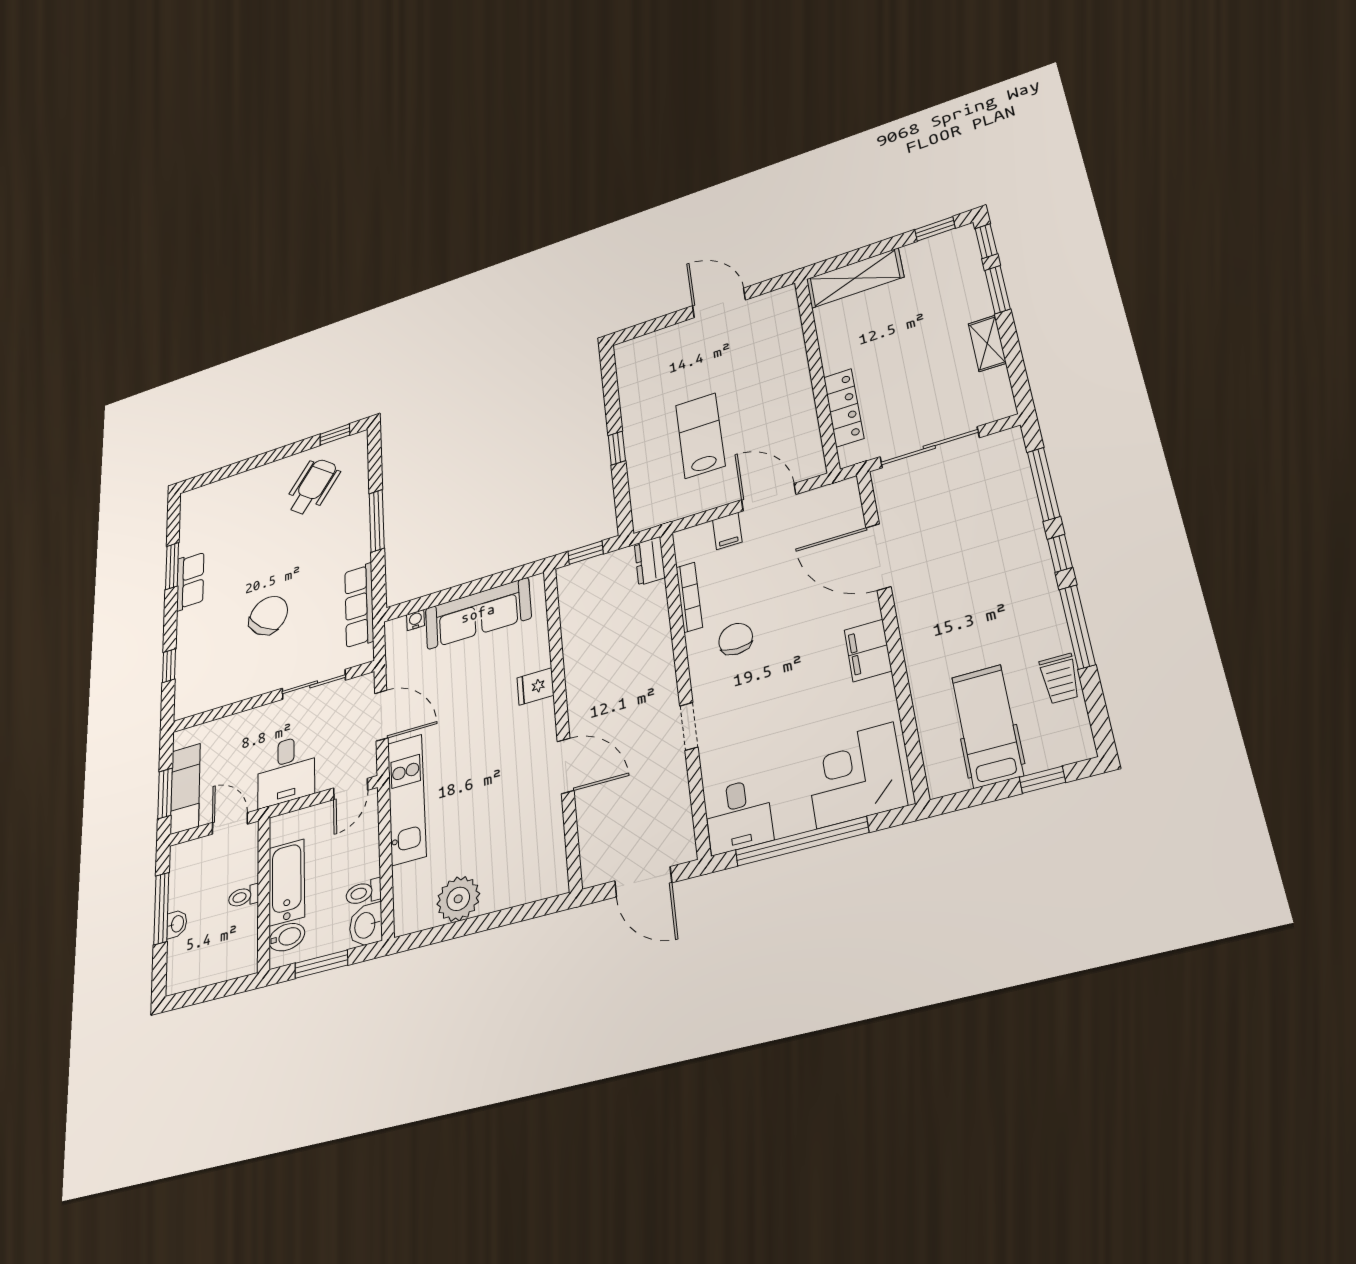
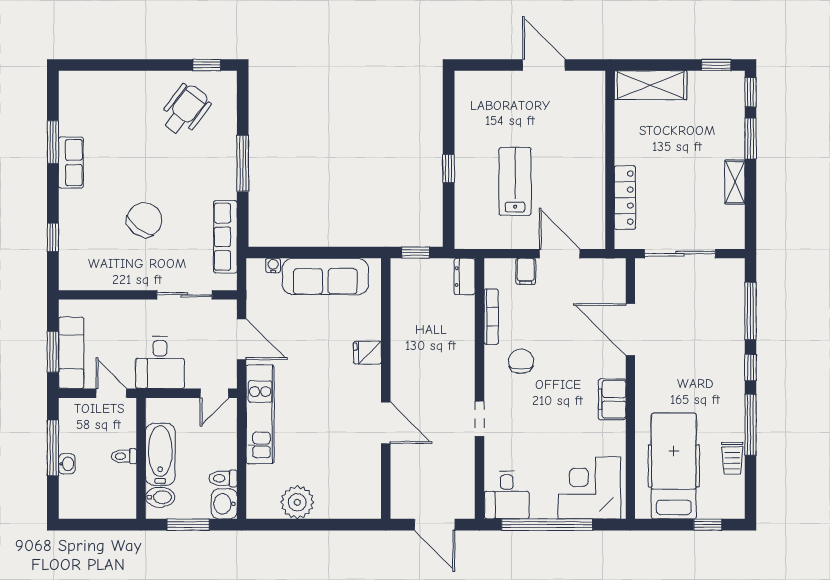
hospital bed: (987, 726) -> (674, 466), width x1.37, depth x1.29

